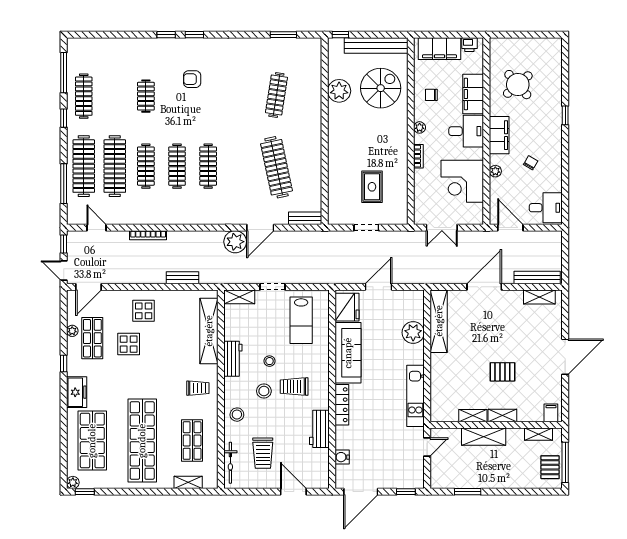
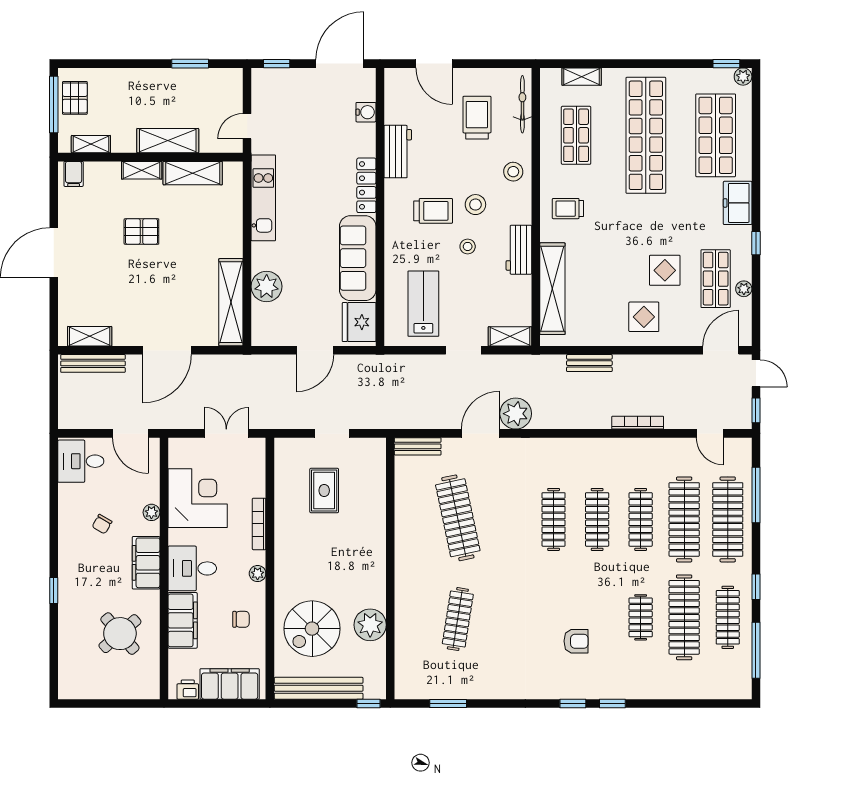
clothes rail: (115, 96) -> (684, 617), added
bookcase: (418, 156) -> (259, 524), width x1.56
shelving: (473, 416) -> (193, 173), width x1.50, depth x1.33

